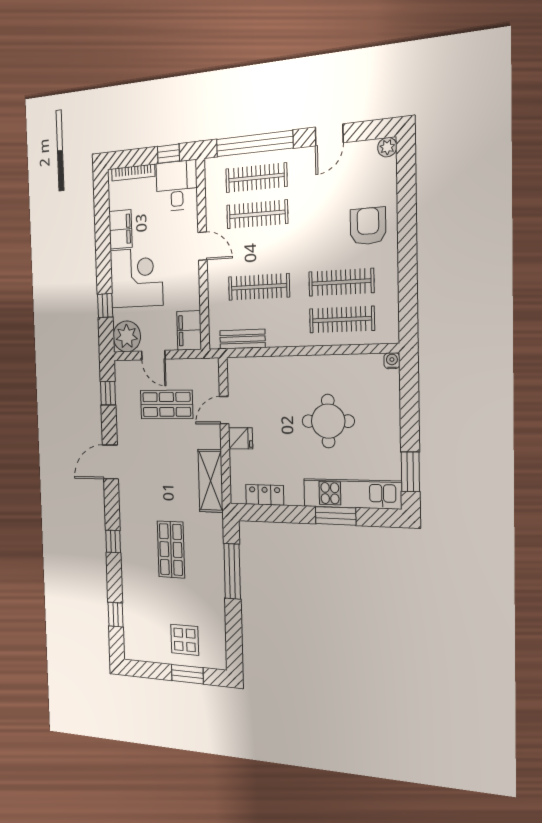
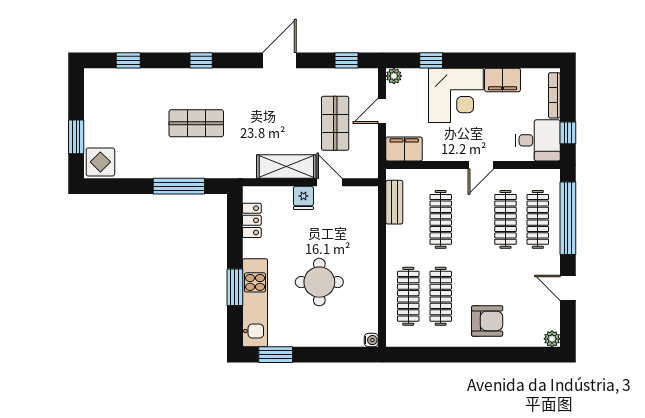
plant: (127, 336) -> (394, 76), width x0.53, depth x0.53
door: (110, 462) -> (279, 60), hinge flipped
shelving: (211, 481) -> (286, 167), moved
display table: (185, 640) -> (100, 162), moved

